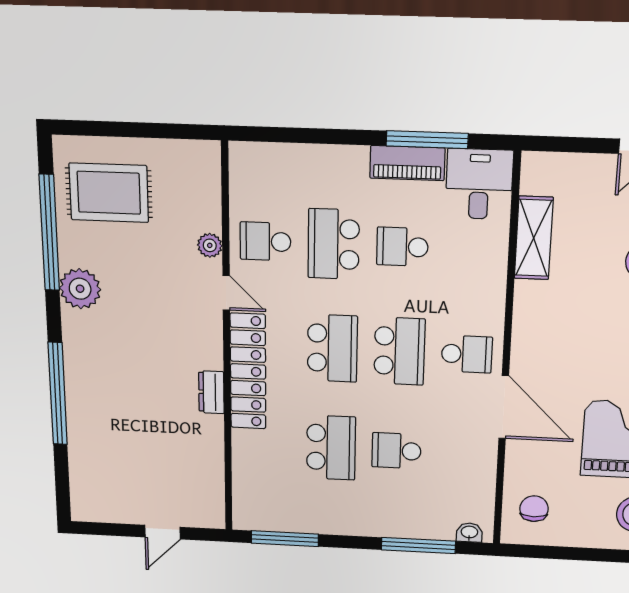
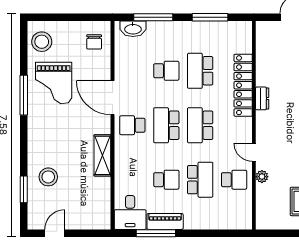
shelving: (534, 238) -> (102, 155), moved
locker: (248, 371) -> (243, 85), moved
washbasin: (469, 533) -> (133, 29), width x1.91, depth x1.45
window: (285, 539) -> (210, 17), moved

